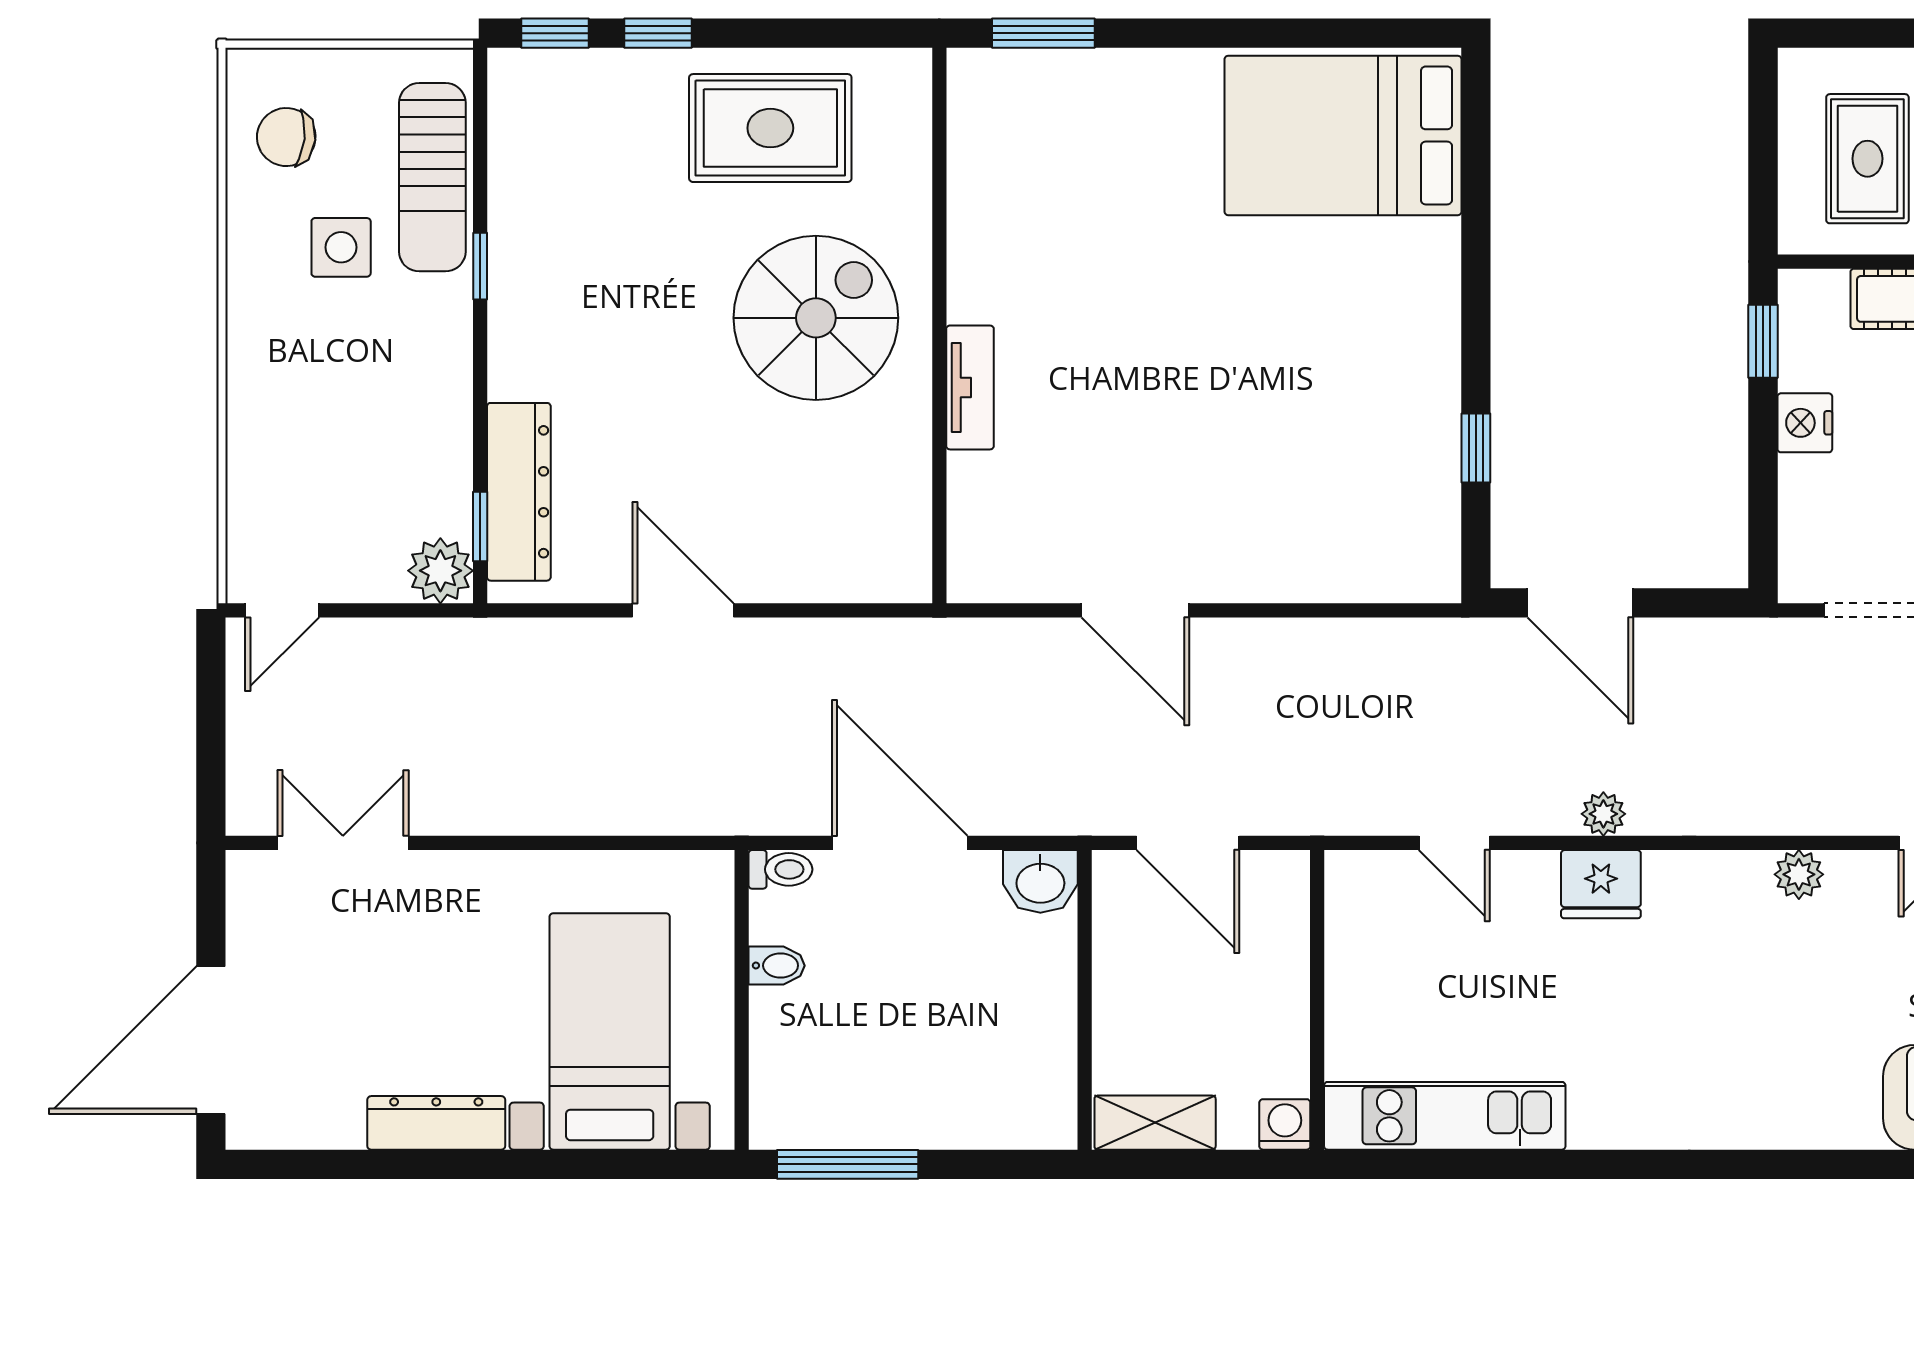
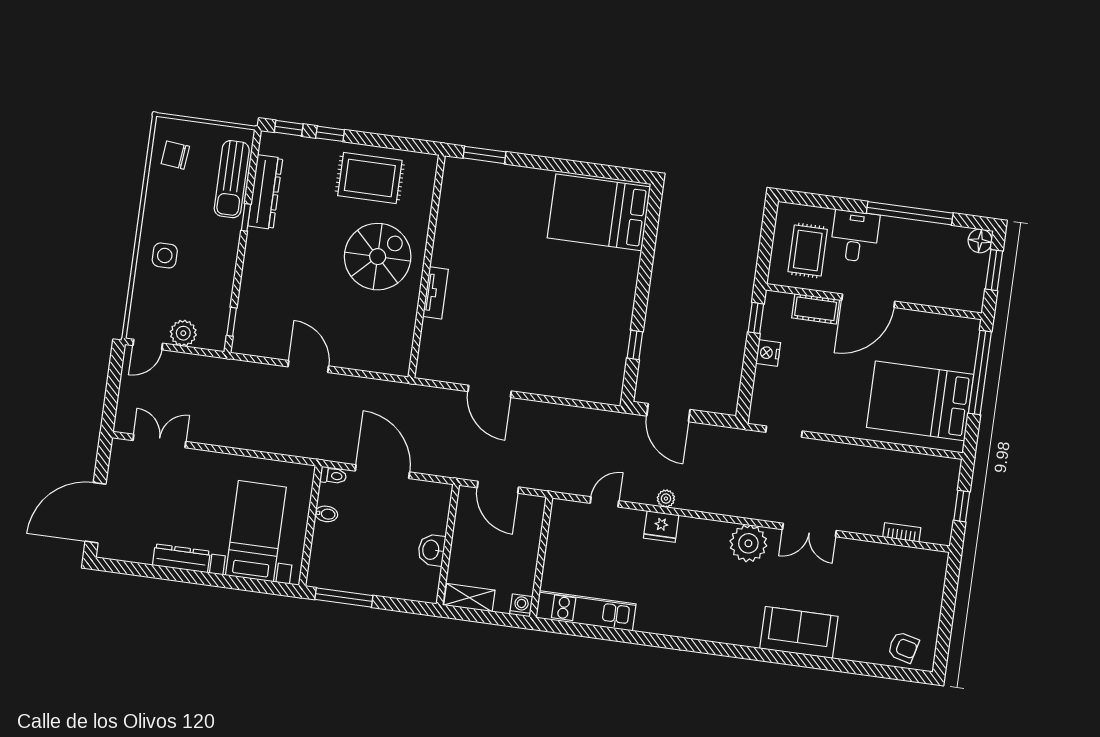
side table: (341, 247) -> (165, 255), moved
dresser: (519, 492) -> (265, 192), moved
plant: (440, 571) -> (183, 333), moved
door: (1454, 843) -> (605, 502), swing flipped
plant: (1799, 874) -> (748, 543), width x1.88, depth x1.88
washbasin: (1040, 881) -> (431, 550), moved, turned 90

